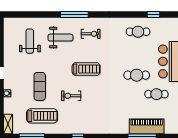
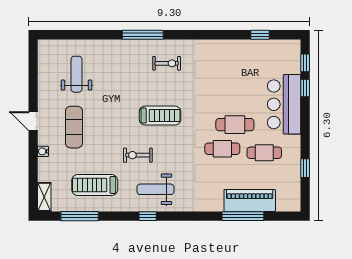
cafe table: (138, 32) -> (222, 149), moved
weight bench: (60, 38) -> (155, 189), moved, turned 180
exercise mat: (40, 86) -> (74, 127), moved
treadmill: (42, 116) -> (95, 185), turned 180

